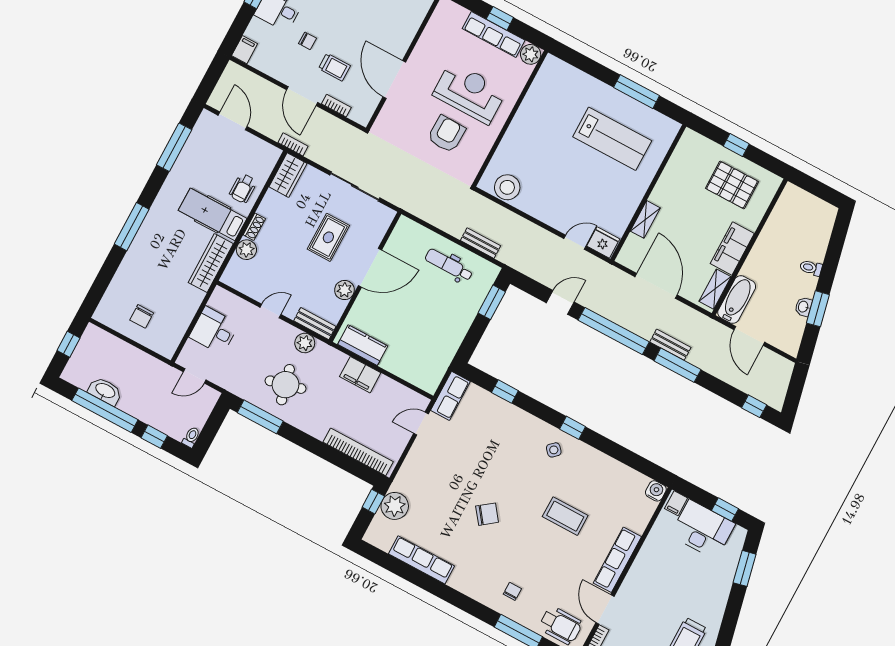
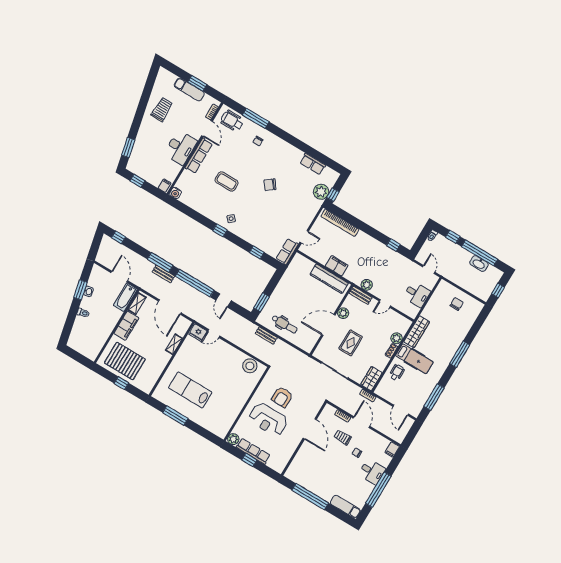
pallet: (732, 185) -> (125, 361), width x1.37, depth x1.41
door: (560, 302) -> (223, 300), hinge flipped
kitchen counter: (363, 345) -> (329, 279), width x1.50
door: (195, 376) -> (429, 270), hinge flipped
round table: (285, 385) -> (378, 262), removed
window: (260, 417) -> (393, 245), width x0.46
desk: (703, 530) -> (181, 148), moved, turned -90
row of seats: (421, 560) -> (313, 164), width x0.68

